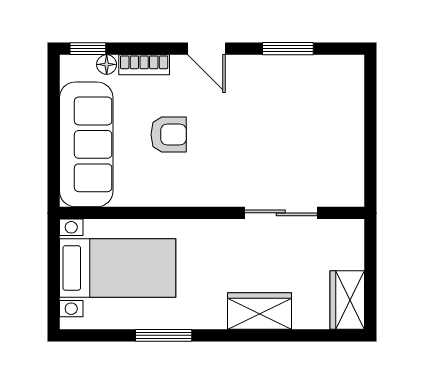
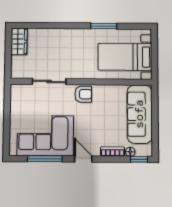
window: (288, 49) -> (45, 159), width x1.44
corner sofa: (288, 97) -> (45, 136), added
armchair: (169, 135) -> (83, 94), moved, turned 180
wardrobe: (260, 311) -> (60, 37), removed

